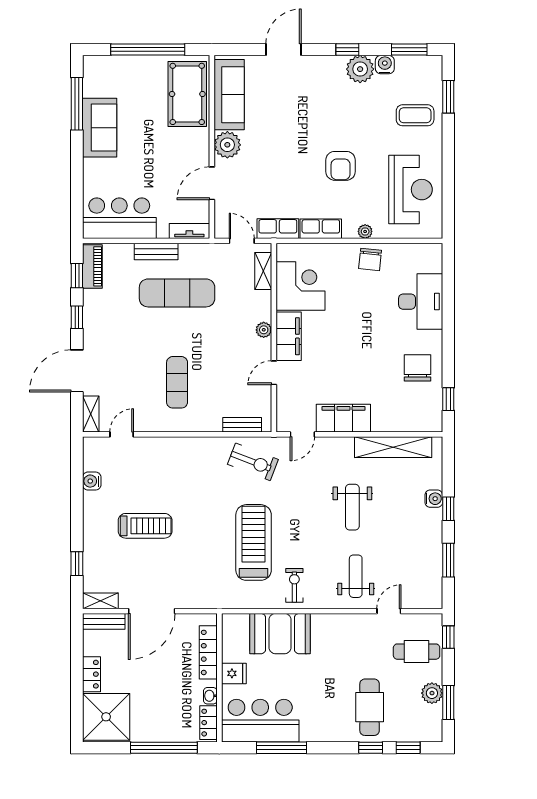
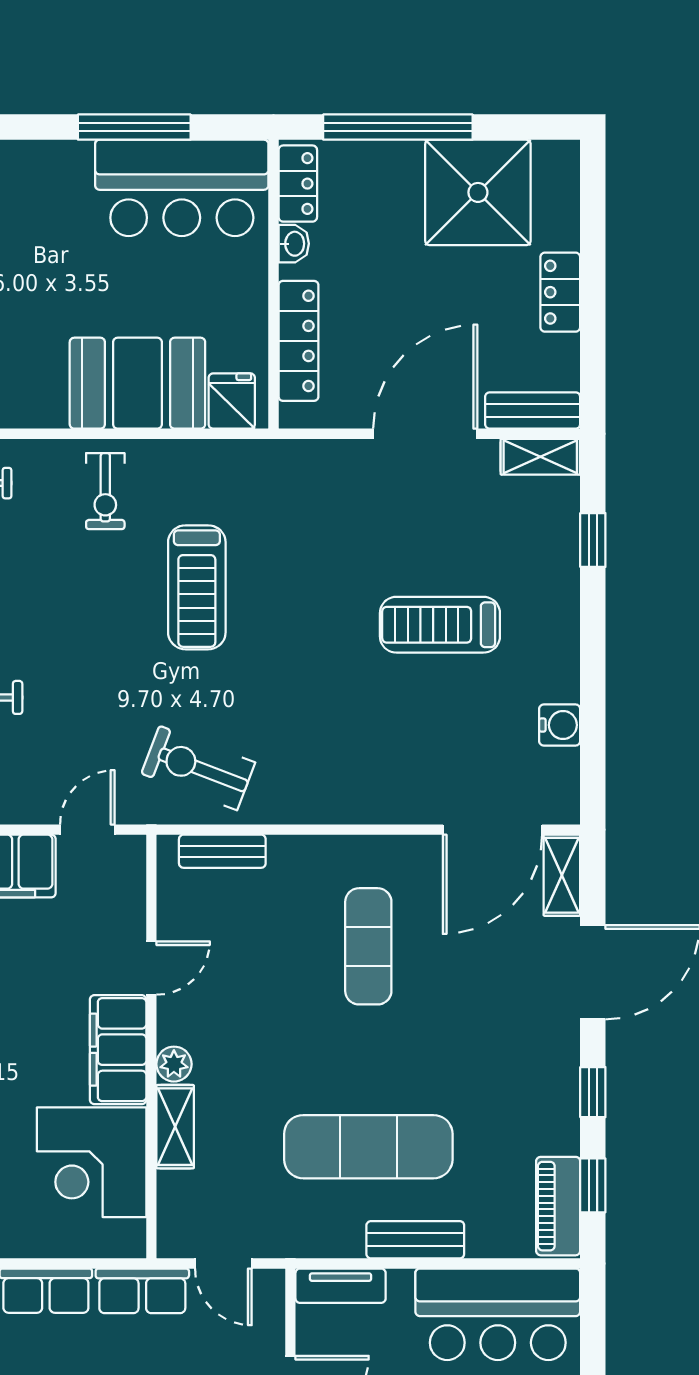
shelving: (263, 271) -> (175, 1127), moved
door: (122, 434) -> (492, 830), width x1.88
treadmill: (254, 542) -> (197, 587), width x0.73, depth x0.73
fridge: (234, 673) -> (232, 401), moved, turned 90
shower: (106, 717) -> (478, 192), moved

